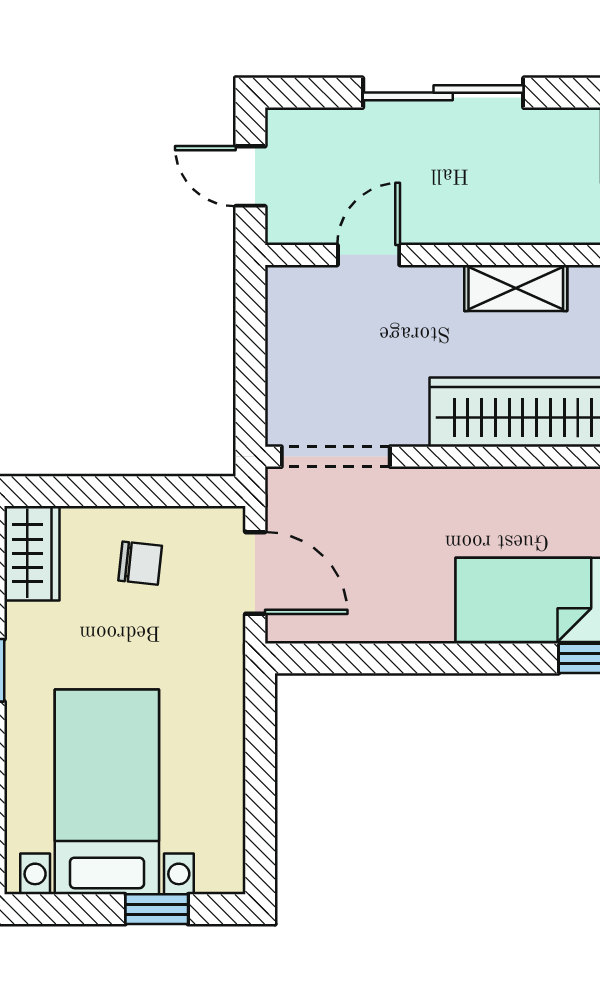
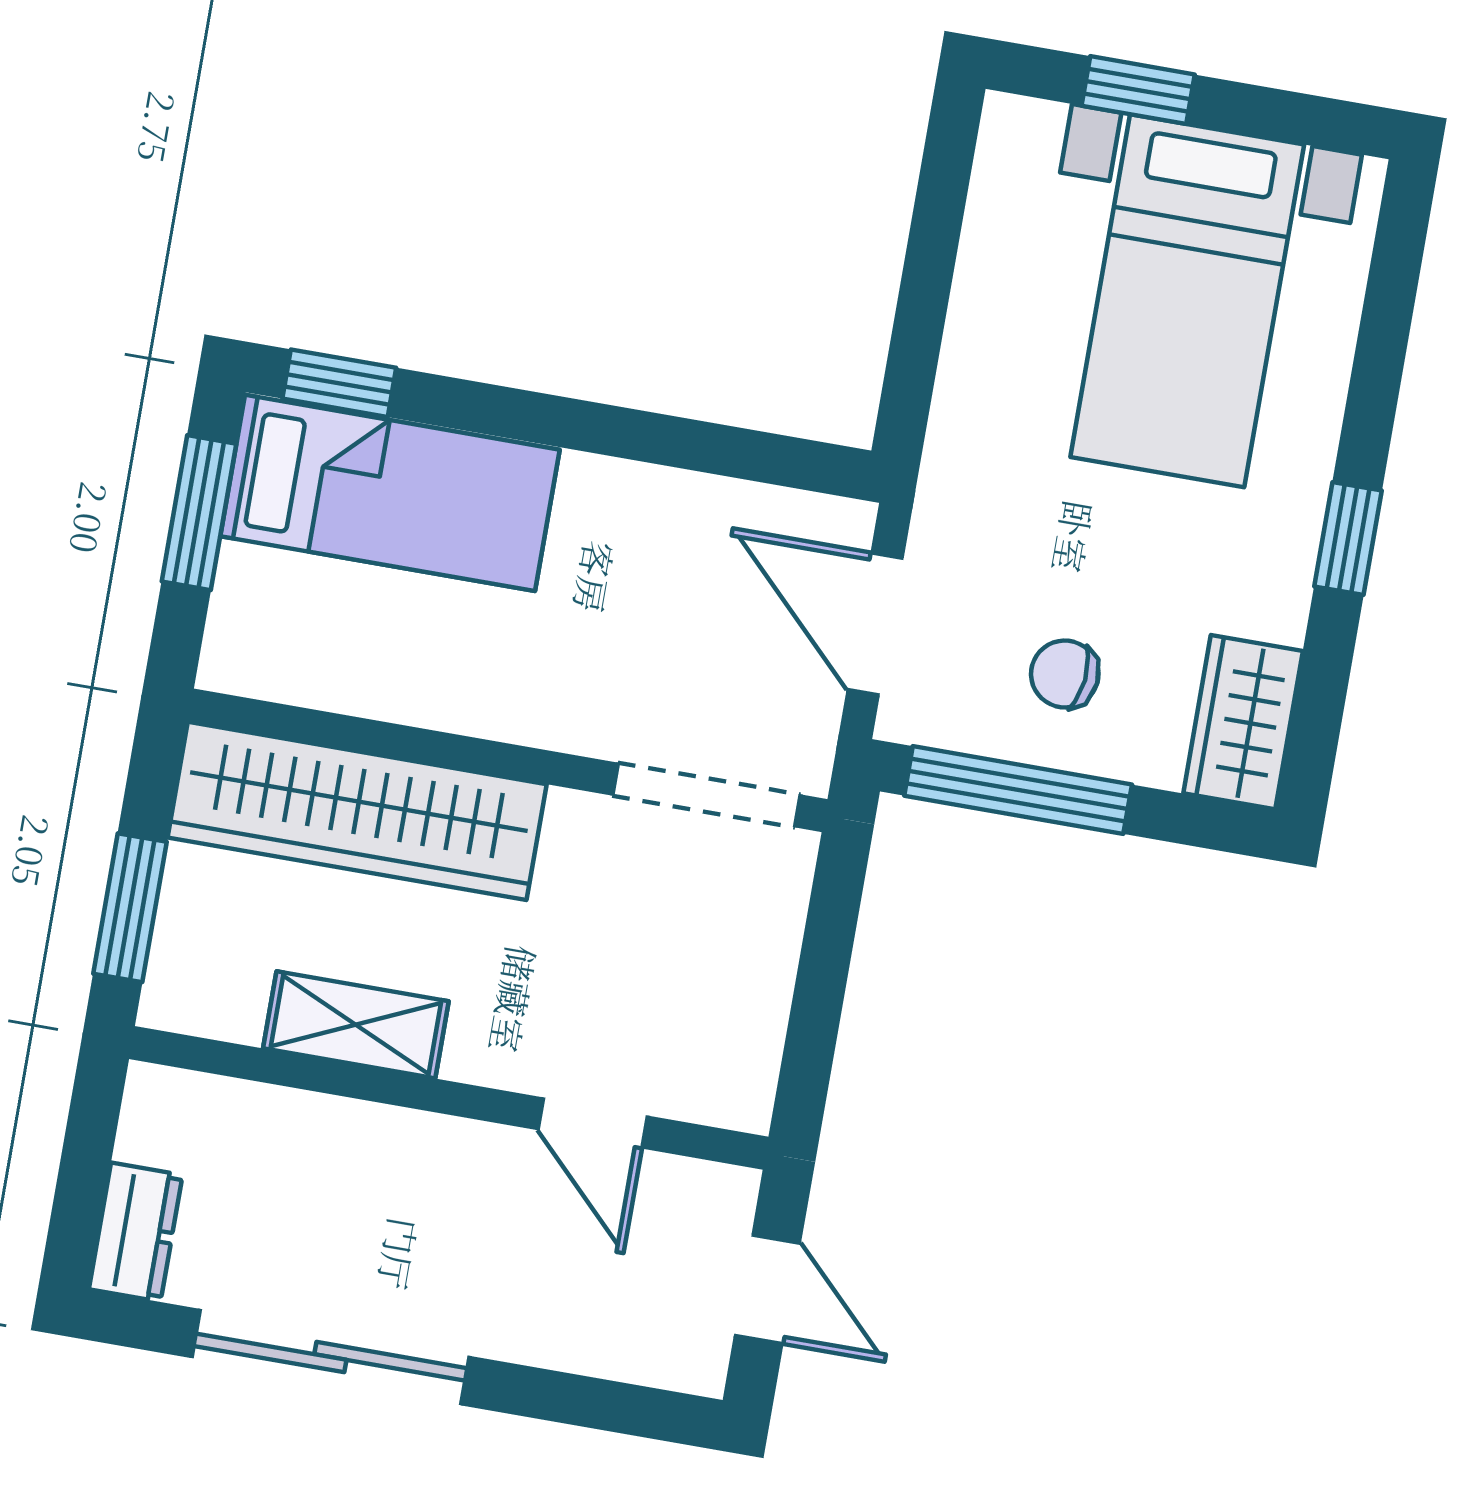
sliding door: (443, 93) -> (330, 1357), moved
door: (369, 255) -> (593, 1123), hinge flipped
window: (155, 491) -> (1018, 790), added

